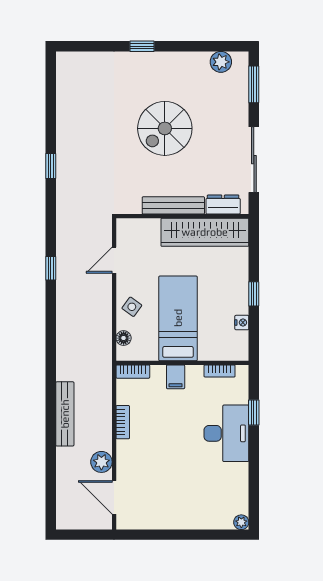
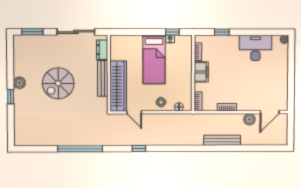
plant: (221, 62) -> (20, 83), moved
spiral stairs: (165, 128) -> (58, 83), turned 90
window: (51, 166) -> (80, 149), width x3.17
wardrobe: (205, 232) -> (118, 86), moved
window: (254, 294) -> (172, 32), moved
bed: (178, 318) -> (154, 59), moved, turned -90
filing cabinet: (176, 377) -> (201, 72), width x2.00
desk: (226, 433) -> (255, 48), moved

